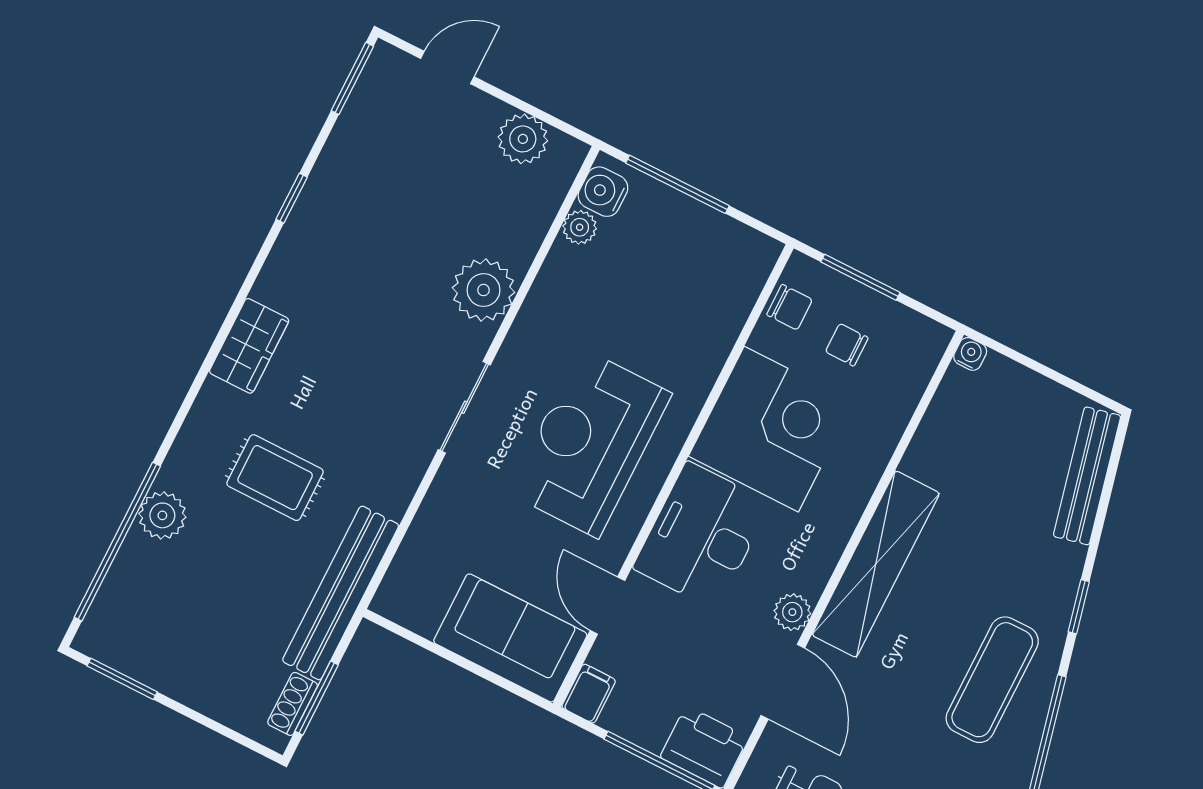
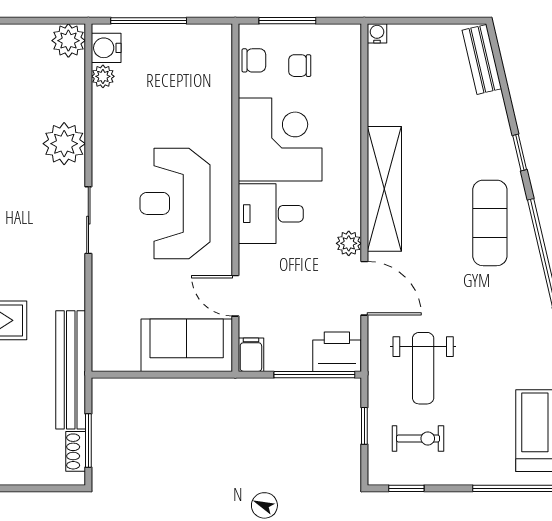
plant: (523, 139) -> (68, 41), moved
bench: (1087, 476) -> (482, 59), width x0.73
desk: (702, 535) -> (271, 214), width x0.73

